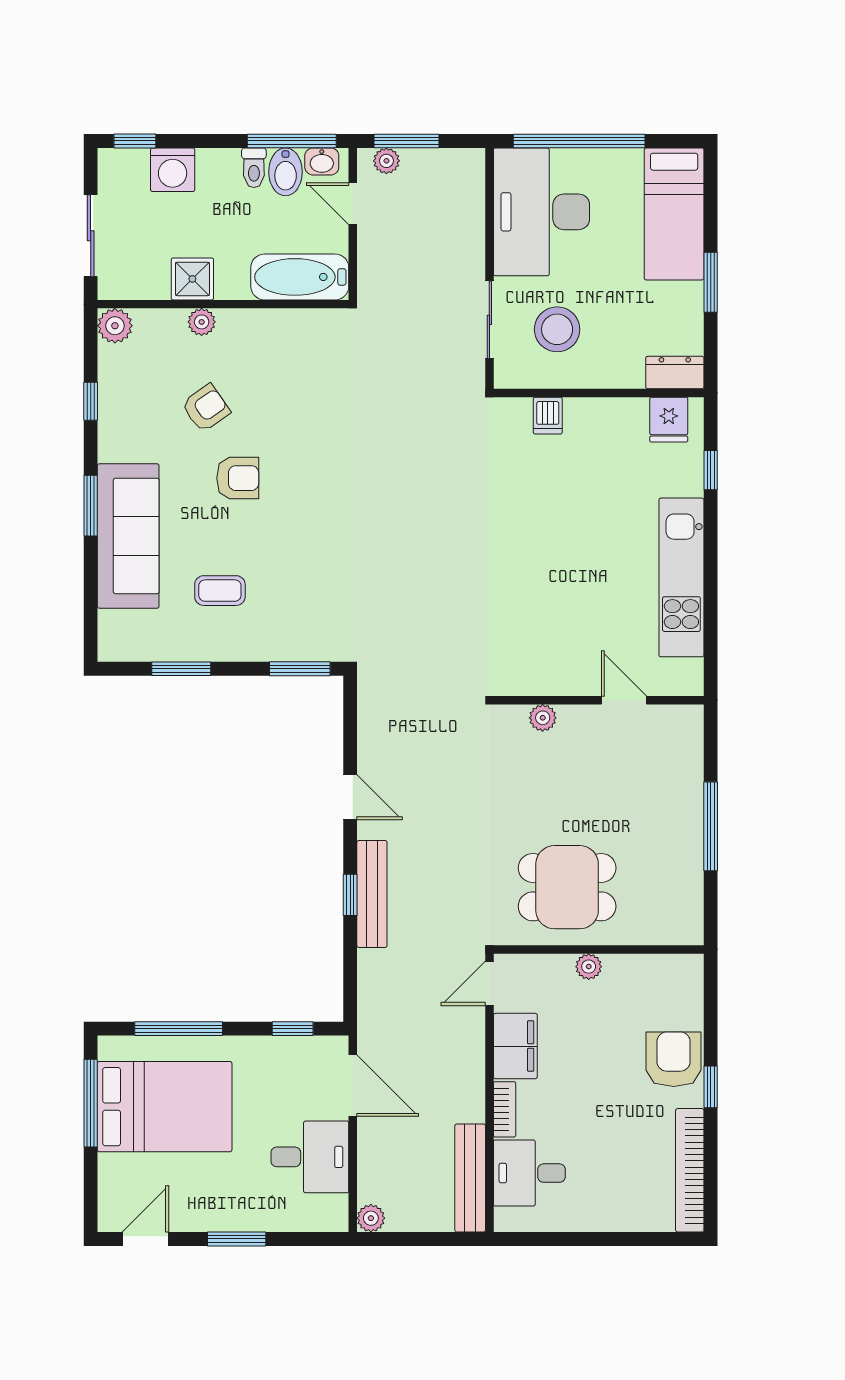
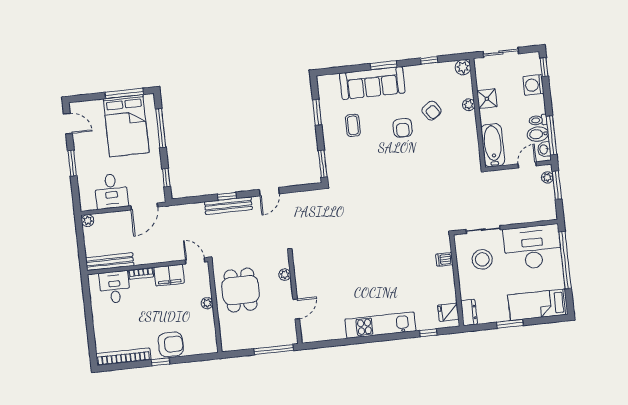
wall: (599, 700) -> (295, 298), moved
door: (624, 700) -> (296, 309), moved
plant: (543, 718) -> (285, 275), moved

